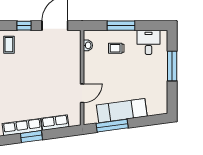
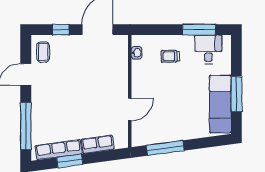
window: (121, 26) -> (199, 30), moved
window: (172, 66) -> (236, 94), moved
exam couch: (122, 111) -> (220, 104), moved, turned -82

